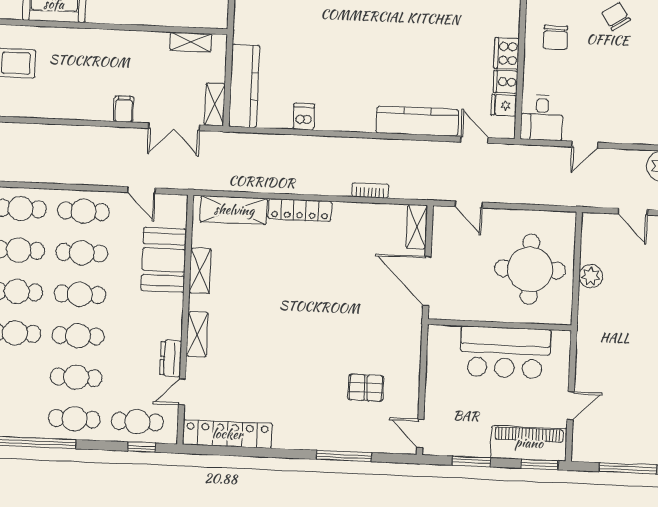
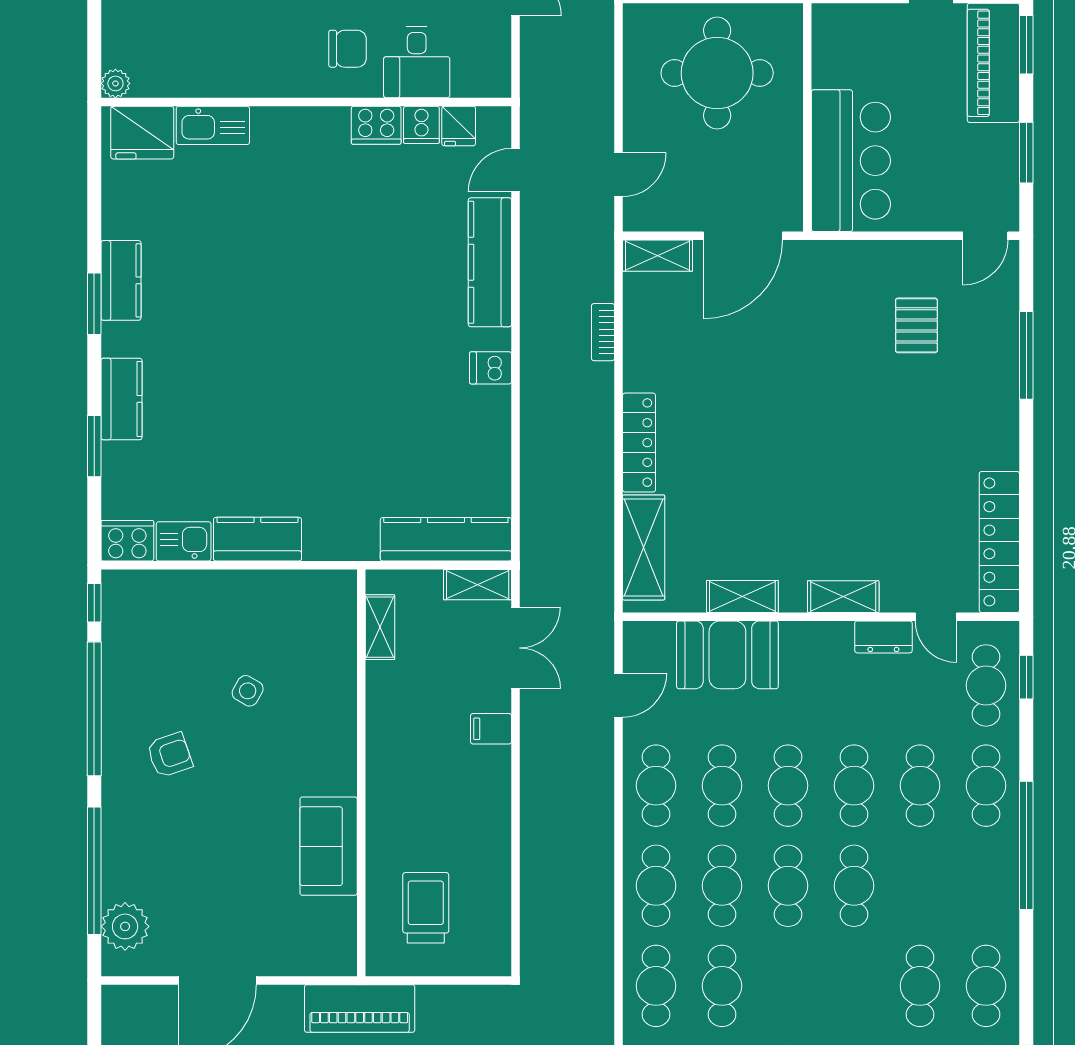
dishwasher: (304, 117) -> (491, 368), moved
desk: (542, 118) -> (417, 62), moved, turned 90
bar counter: (505, 352) -> (851, 161), moved

